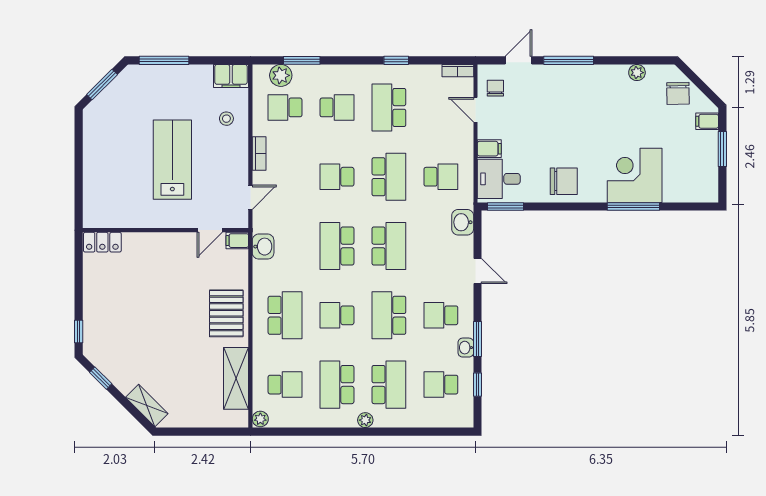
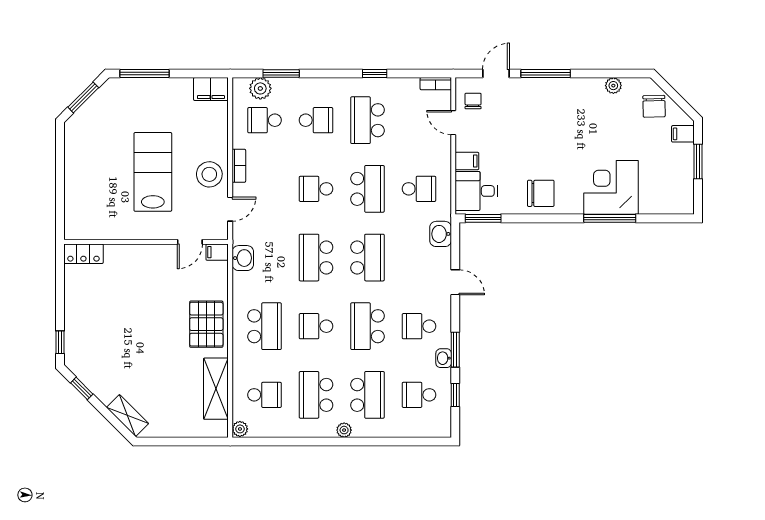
stool: (226, 119) -> (209, 174), moved, width x1.89, depth x1.89

